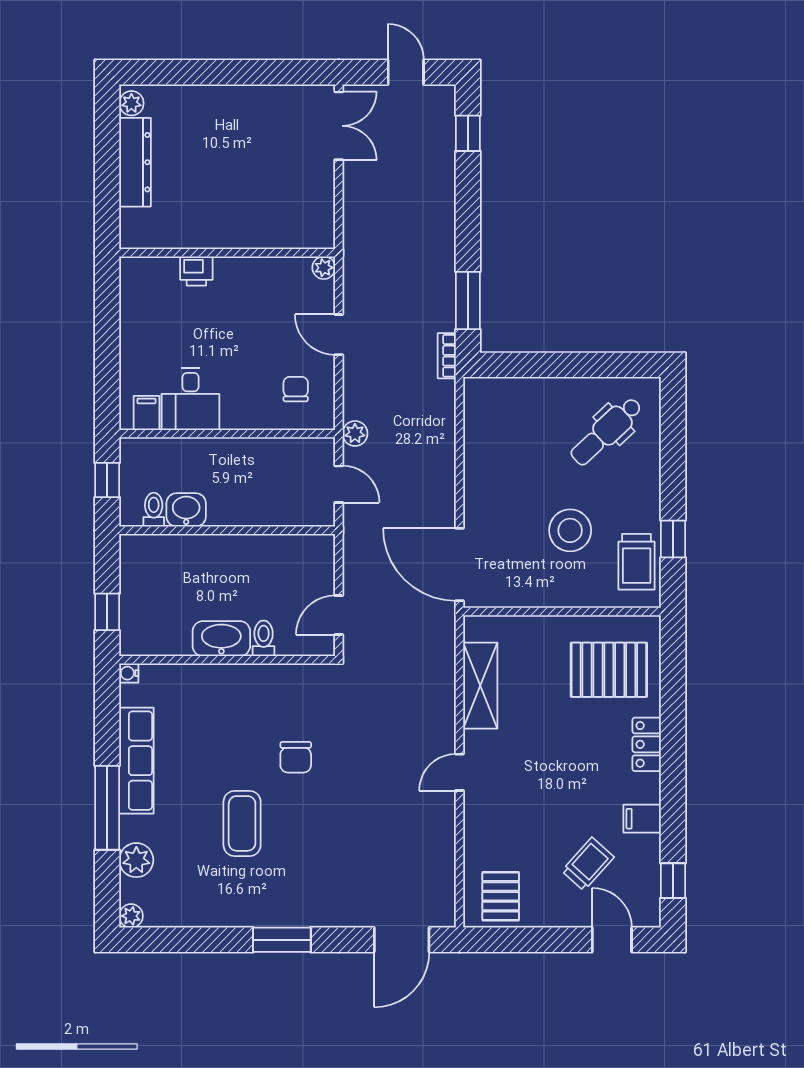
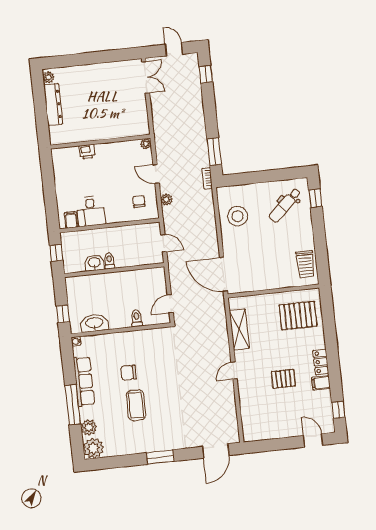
plant: (355, 433) -> (166, 199), moved
toilet: (154, 510) -> (109, 261), moved
stool: (570, 530) -> (238, 216), moved
window: (673, 539) -> (315, 198), moved
washbasin: (221, 639) -> (94, 323), moved
locker: (647, 744) -> (321, 362), moved
chair: (296, 757) -> (129, 373), moved, turned 90
trolley: (588, 864) -> (298, 407), removed
pallet: (501, 896) -> (283, 379), moved, turned 90
plant: (131, 916) -> (93, 448), width x1.87, depth x1.87

